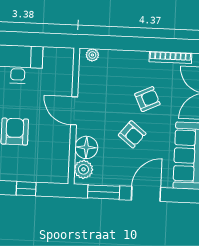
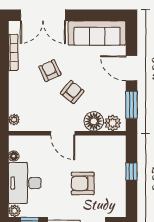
floor lamp: (50, 53) -> (14, 156), added
door: (74, 111) -> (63, 133), hinge flipped
armchair: (132, 134) -> (72, 92), moved

